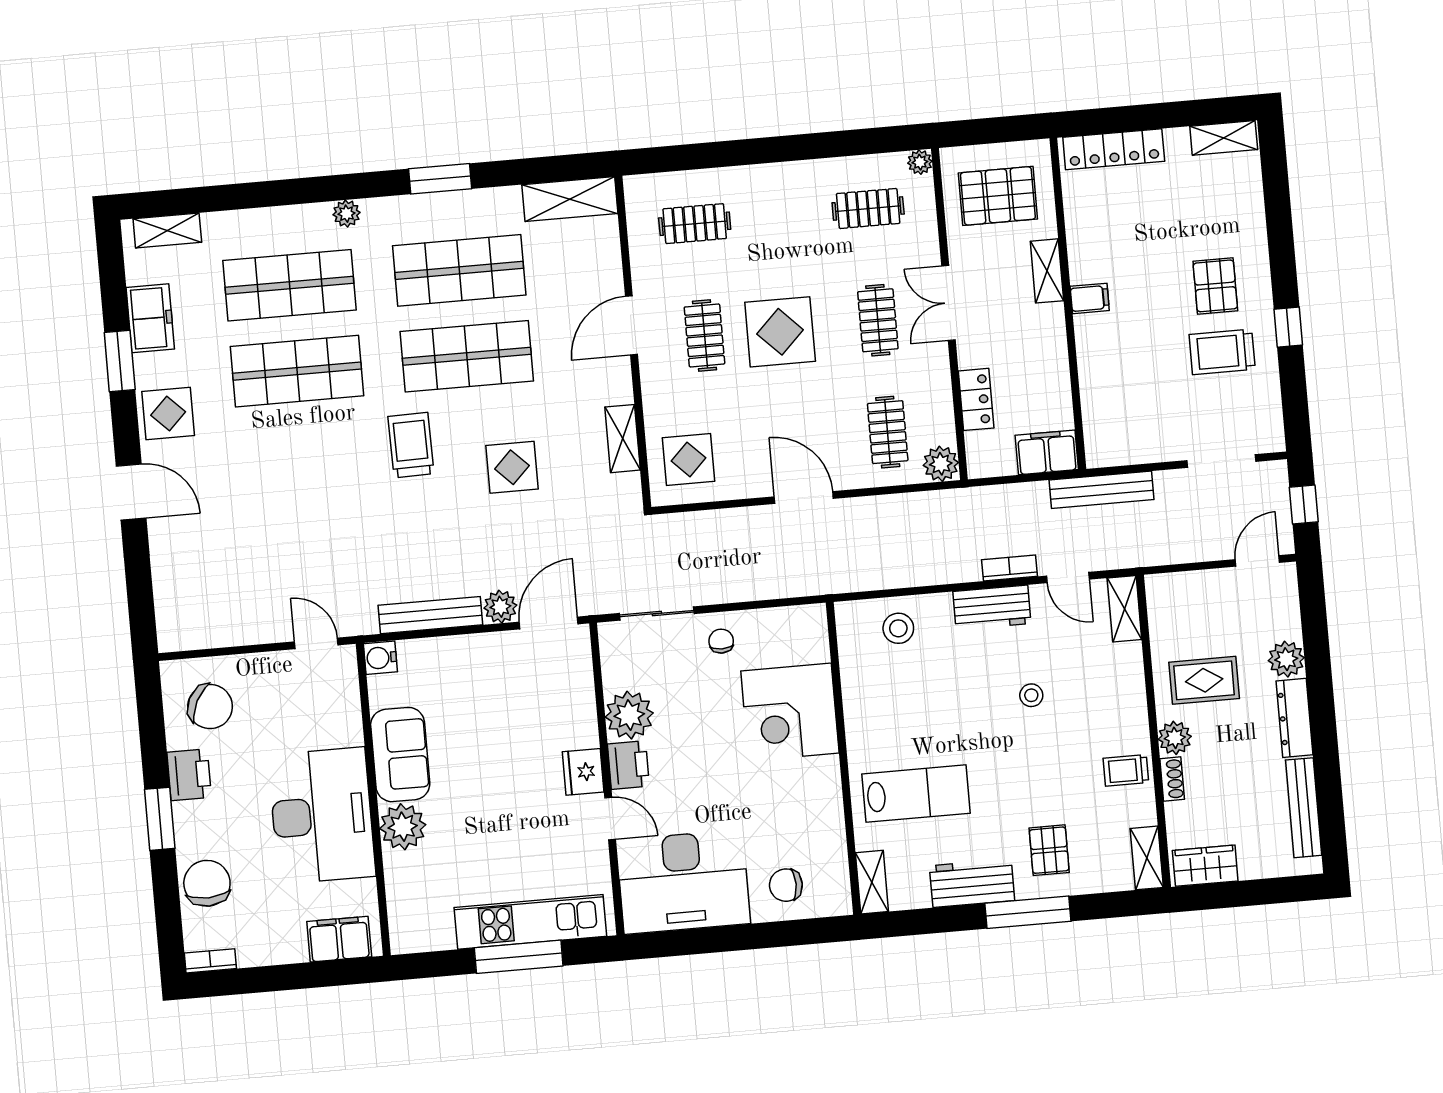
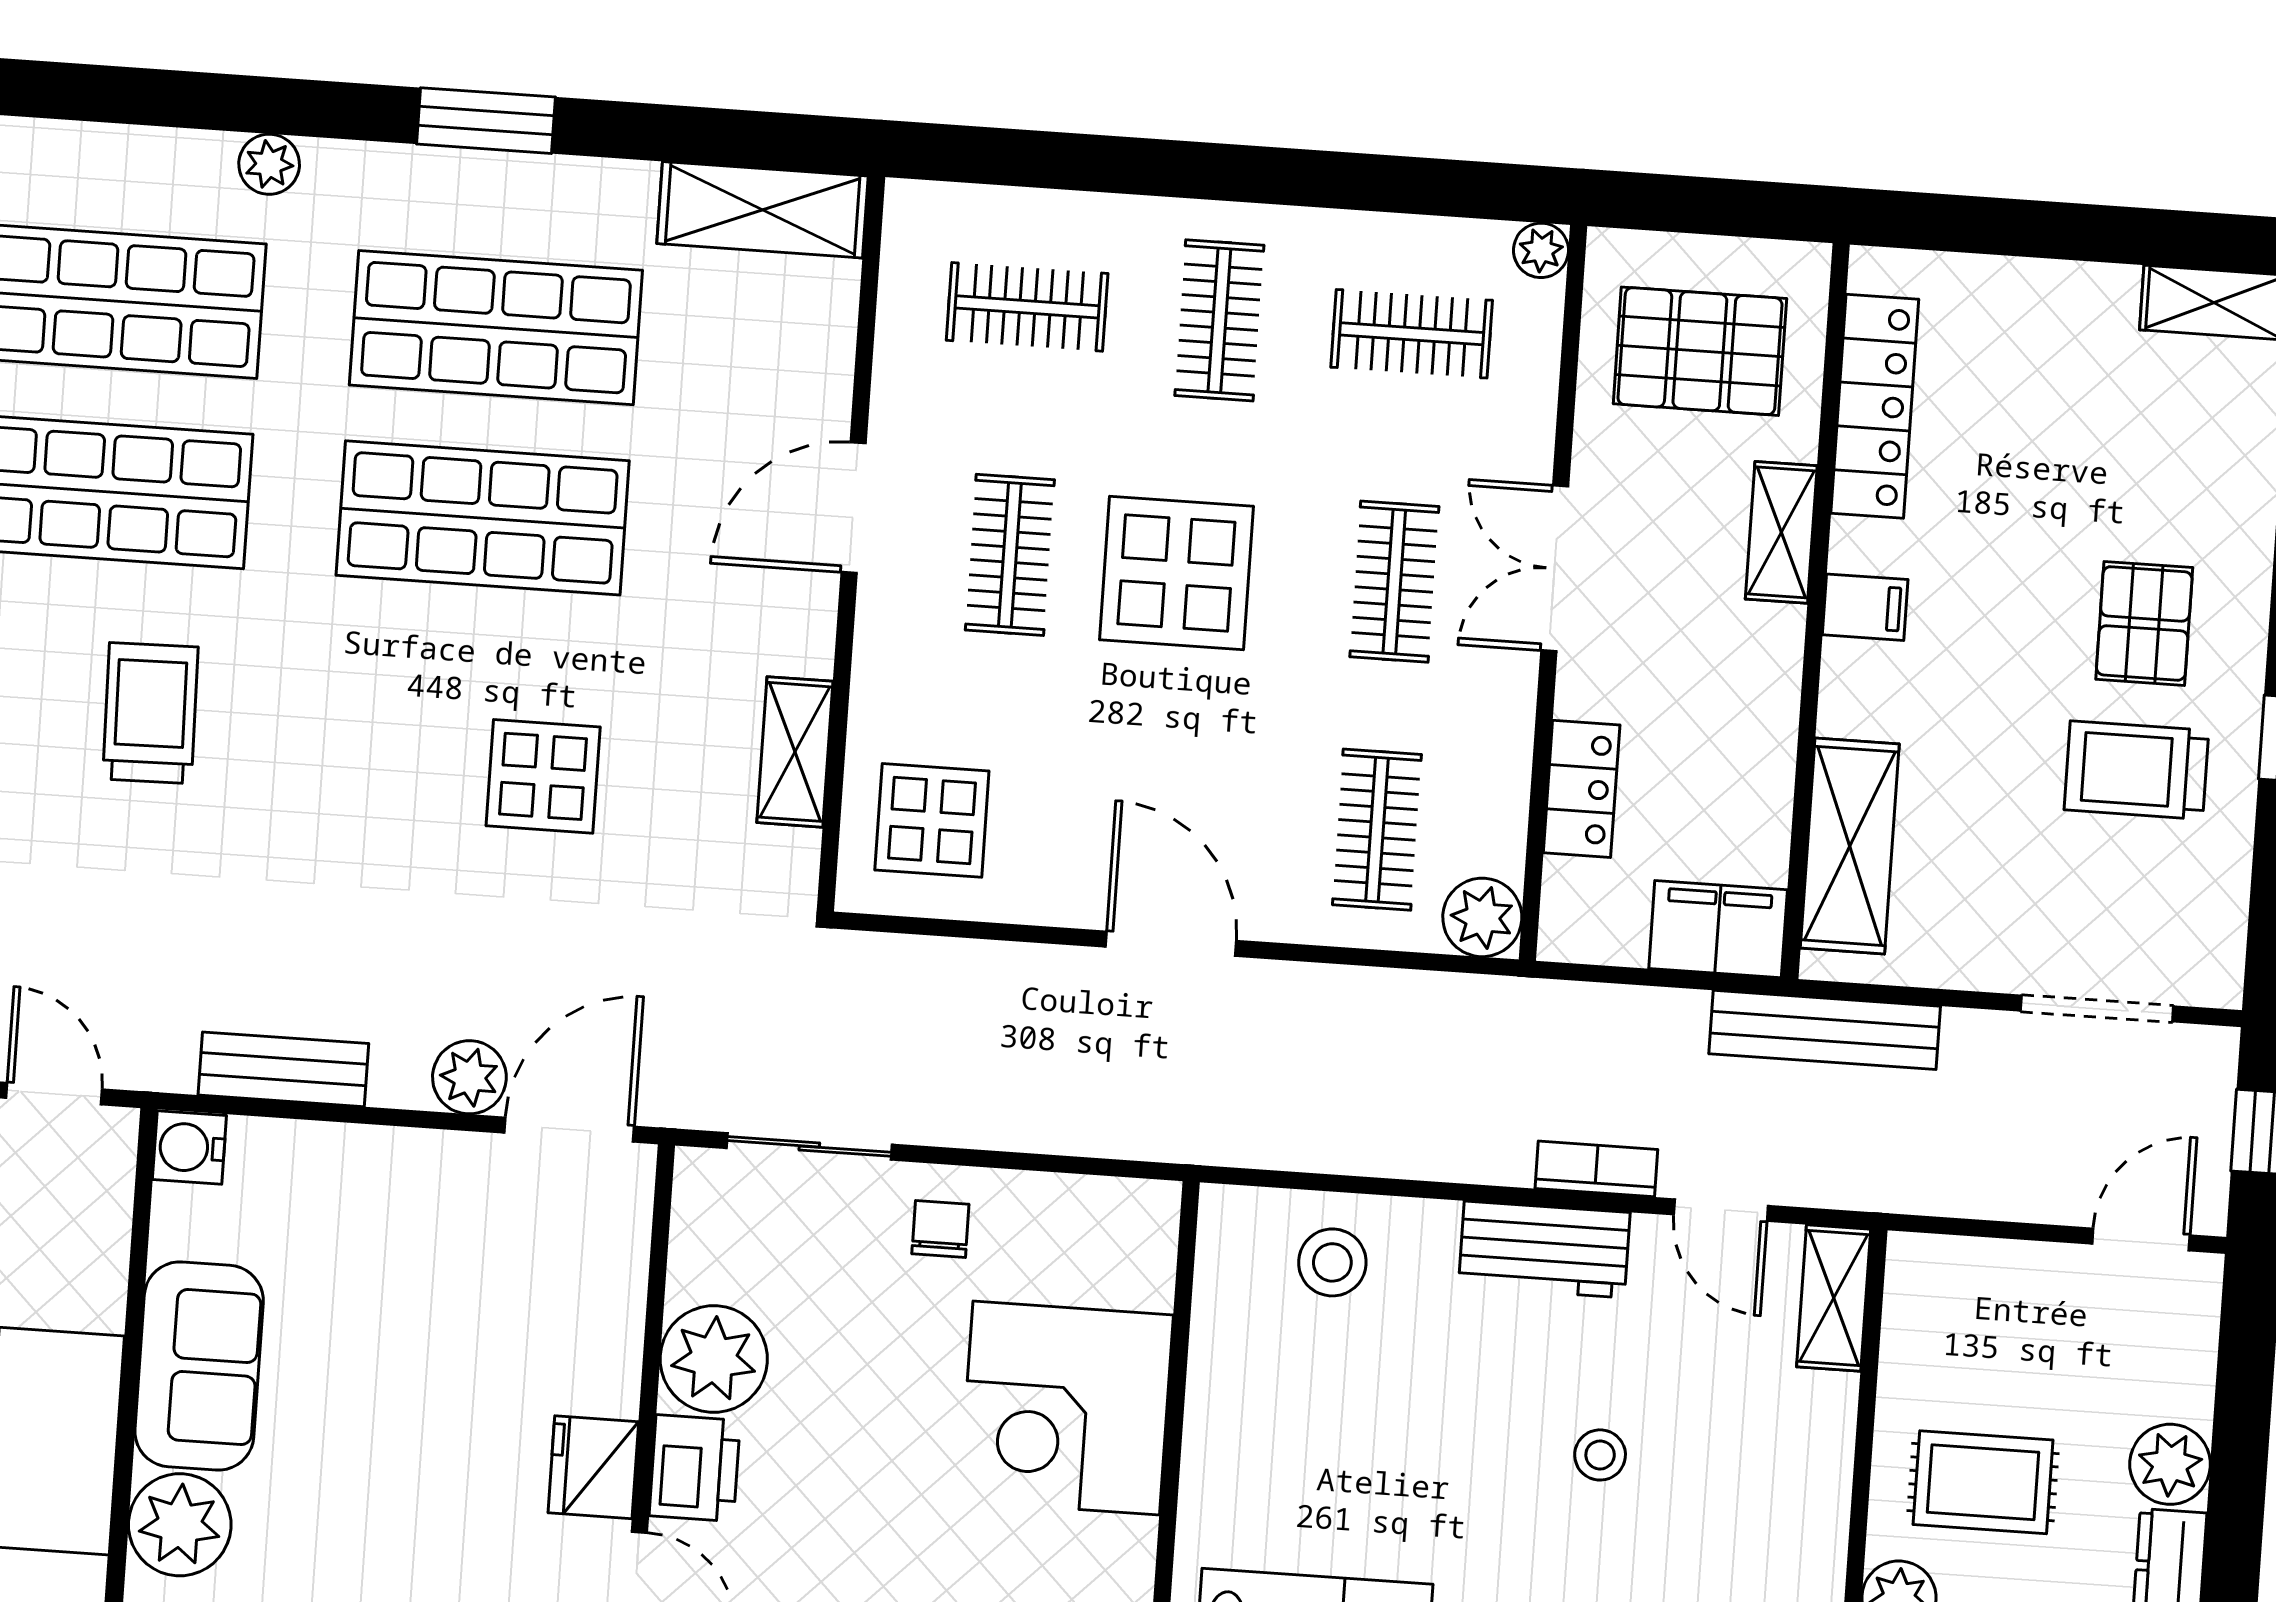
locker: (1114, 149) -> (1875, 406), moved, turned -90
clothes rail: (781, 216) -> (1219, 320), added
shelving: (1100, 406) -> (1850, 846), added
trolley: (411, 445) -> (150, 713), moved
bench: (430, 615) -> (283, 1069), width x0.73

